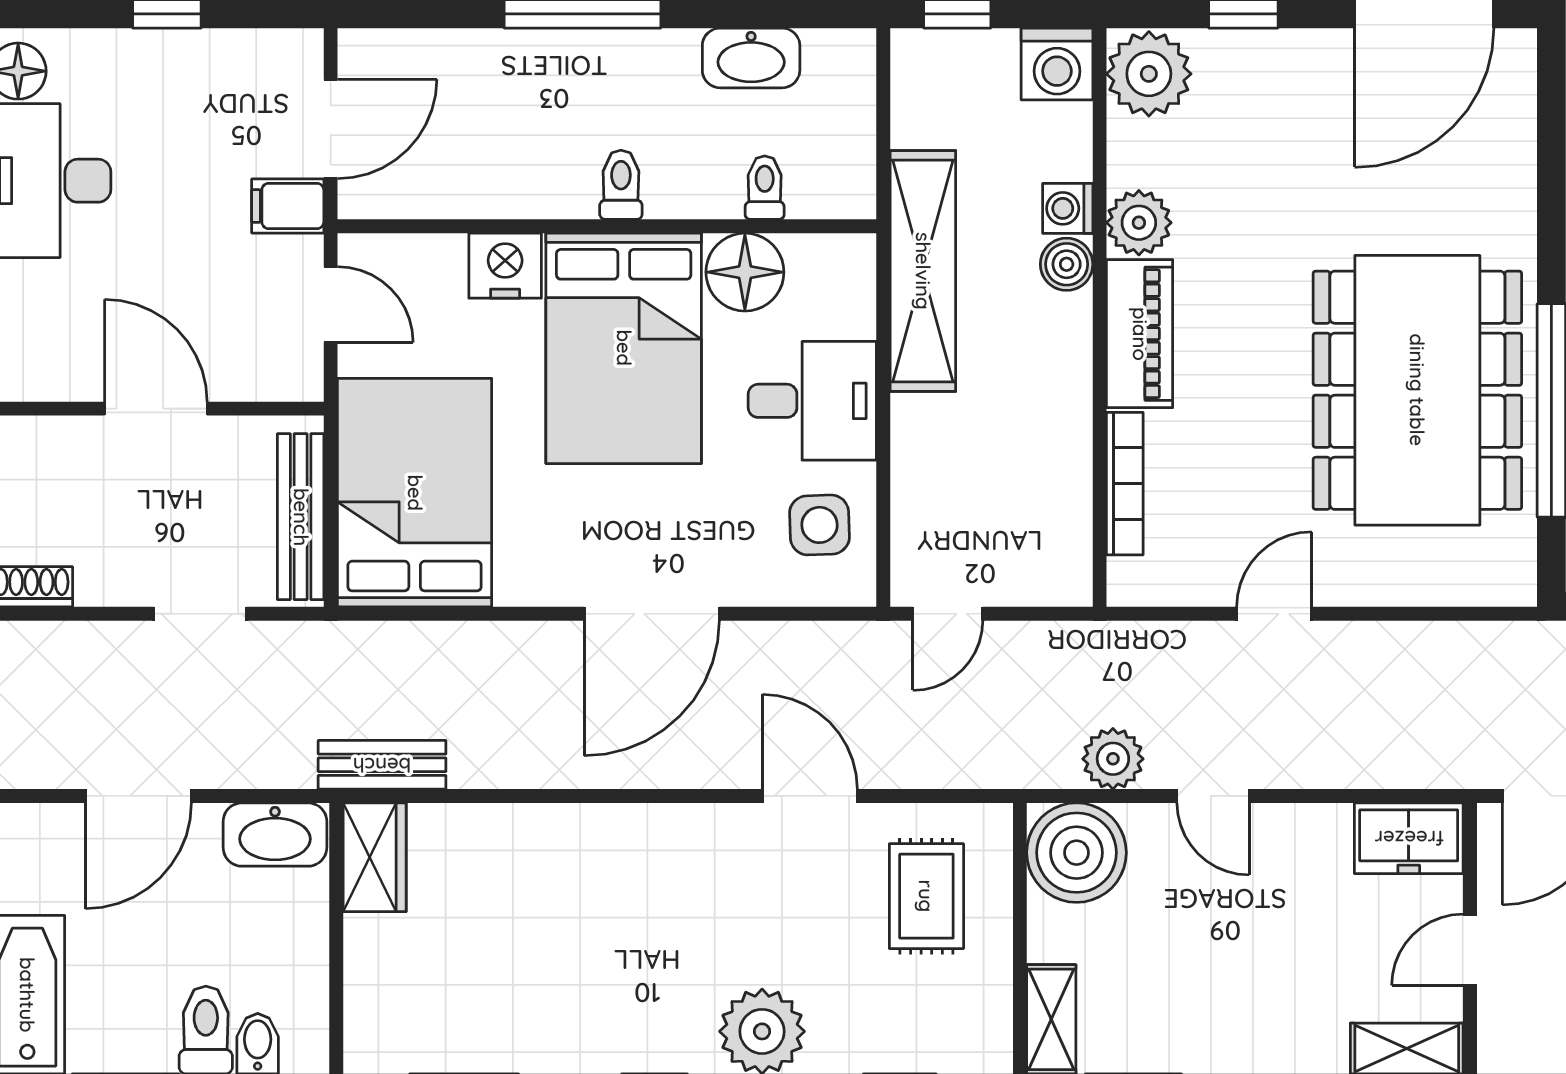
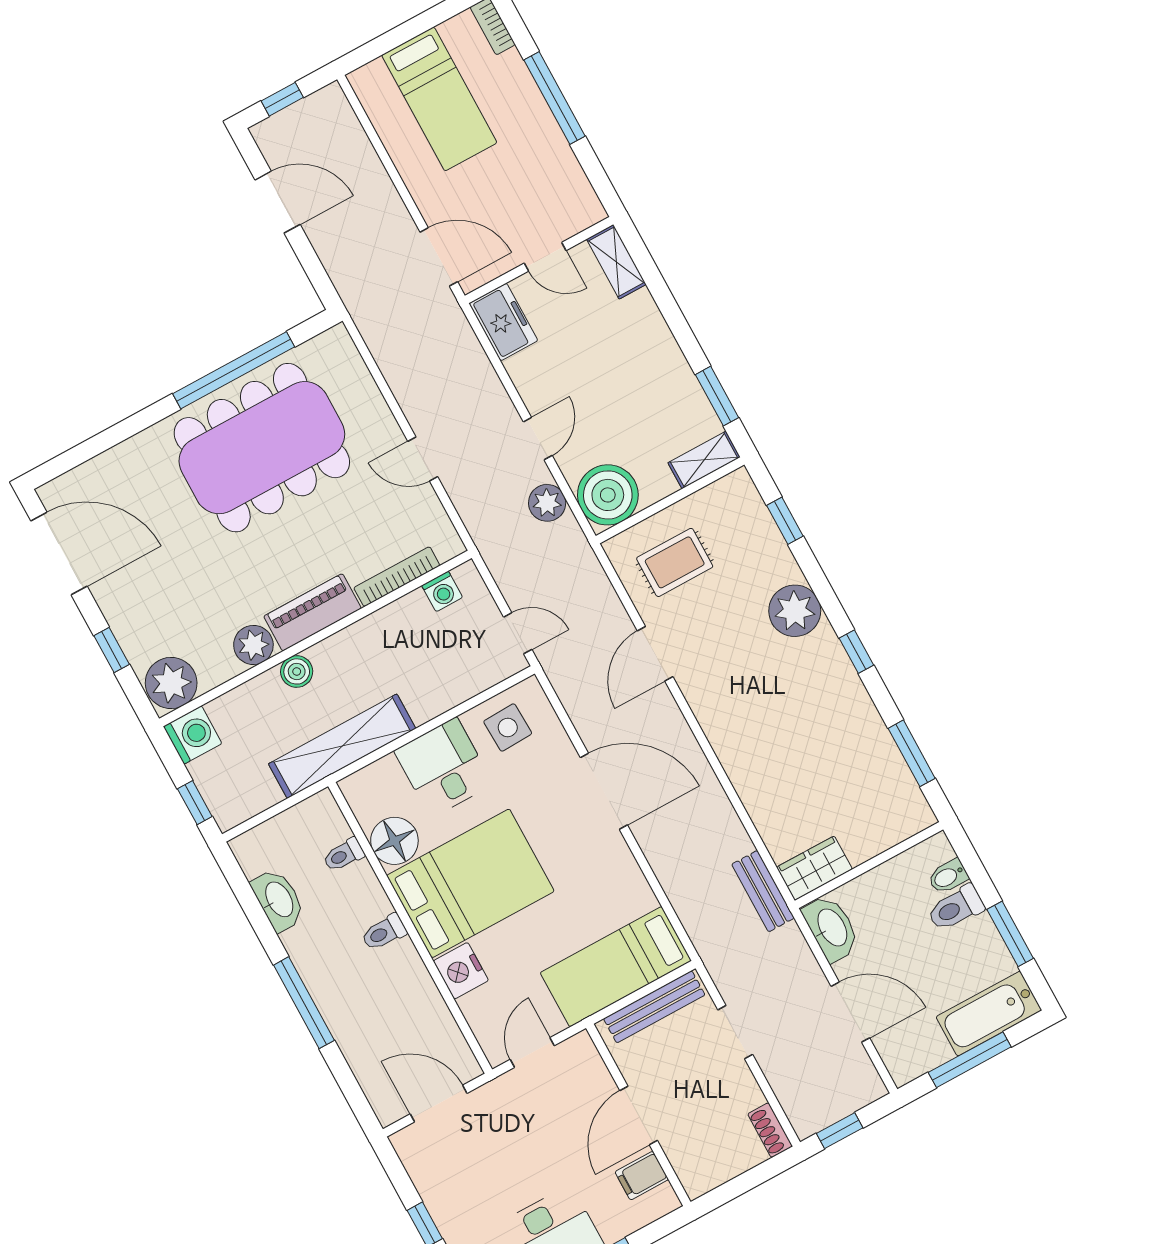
filing cabinet: (288, 206) -> (642, 1176), moved, turned 90
washing machine: (1068, 208) -> (442, 591), moved
bed: (415, 493) -> (616, 967), width x0.67

